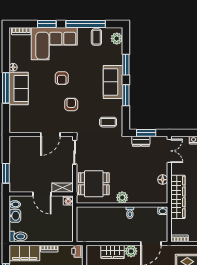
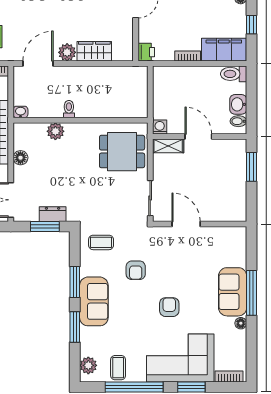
armchair: (71, 104) -> (136, 270), moved
door: (50, 135) -> (186, 224), hinge flipped
plant: (122, 197) -> (55, 131), moved

